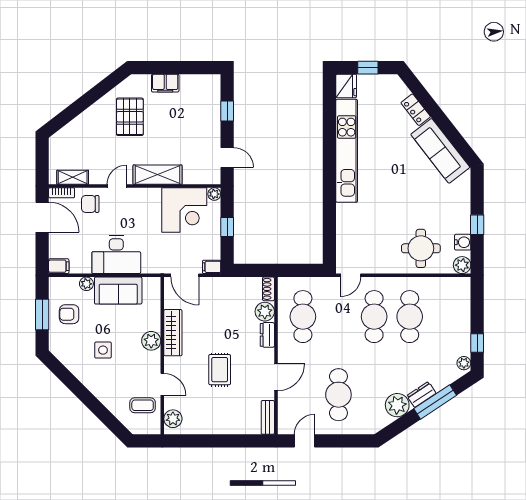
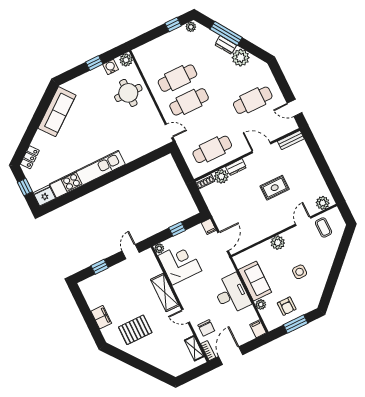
locker: (416, 110) -> (30, 157), moved
wardrobe: (173, 333) -> (265, 231), removed

